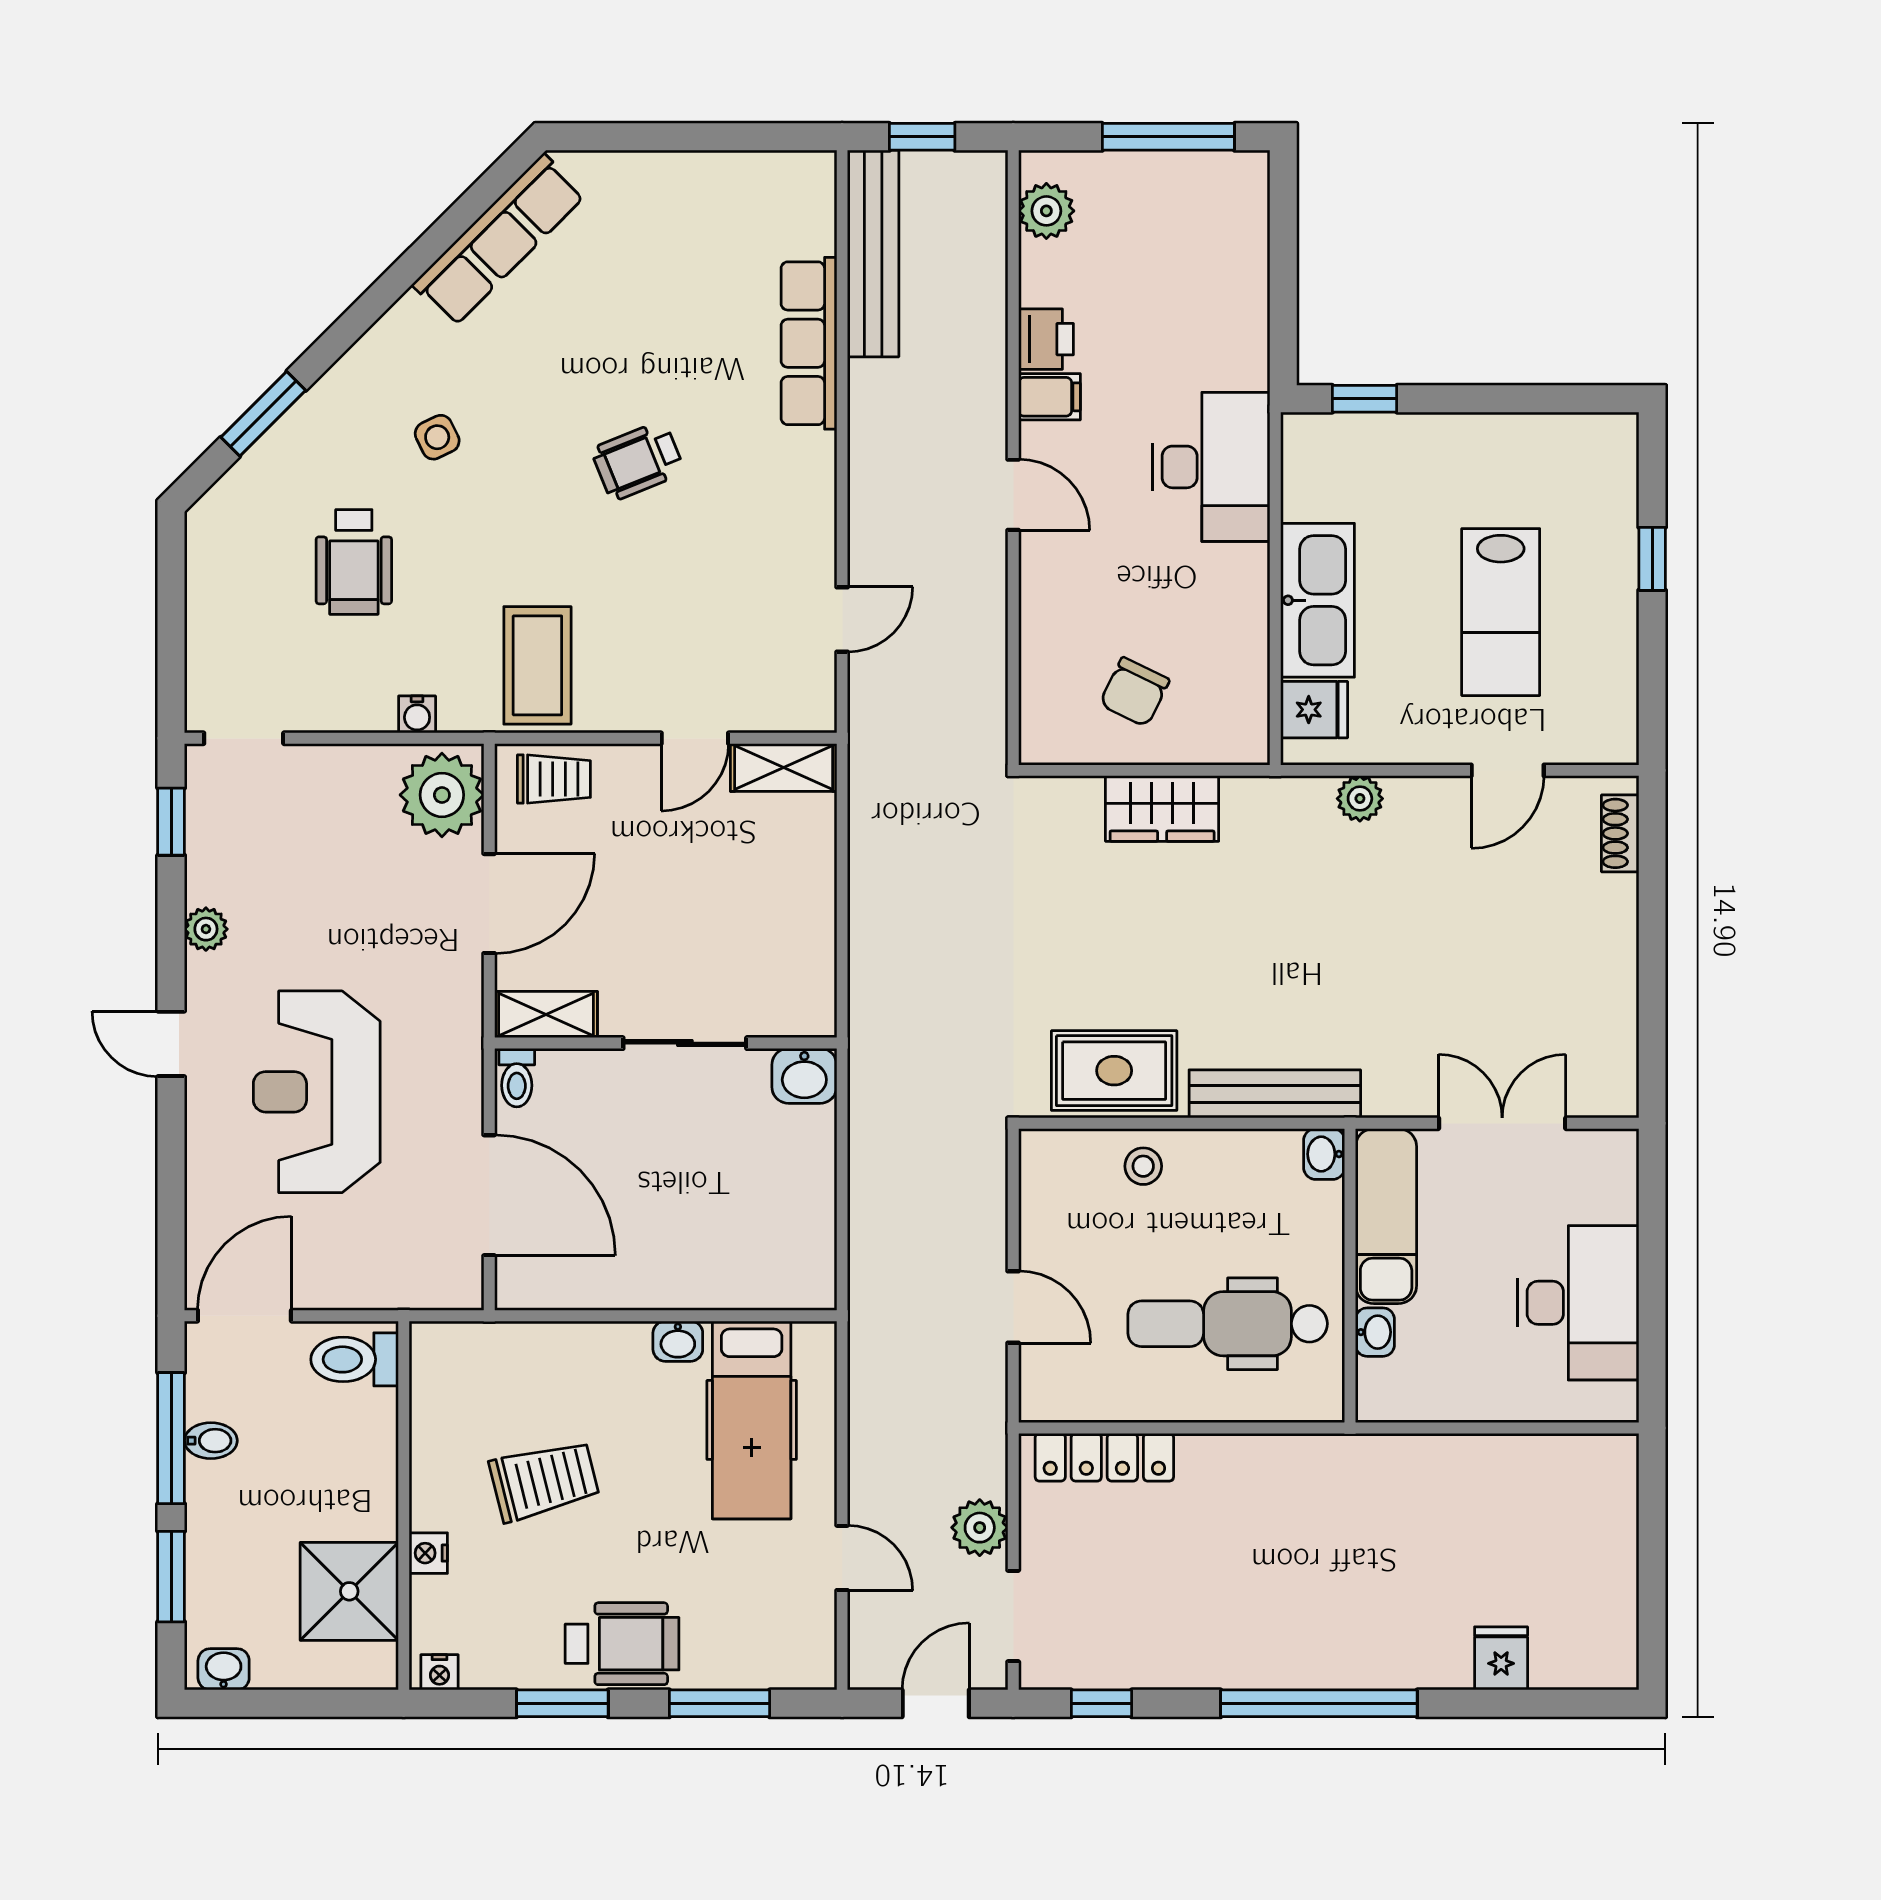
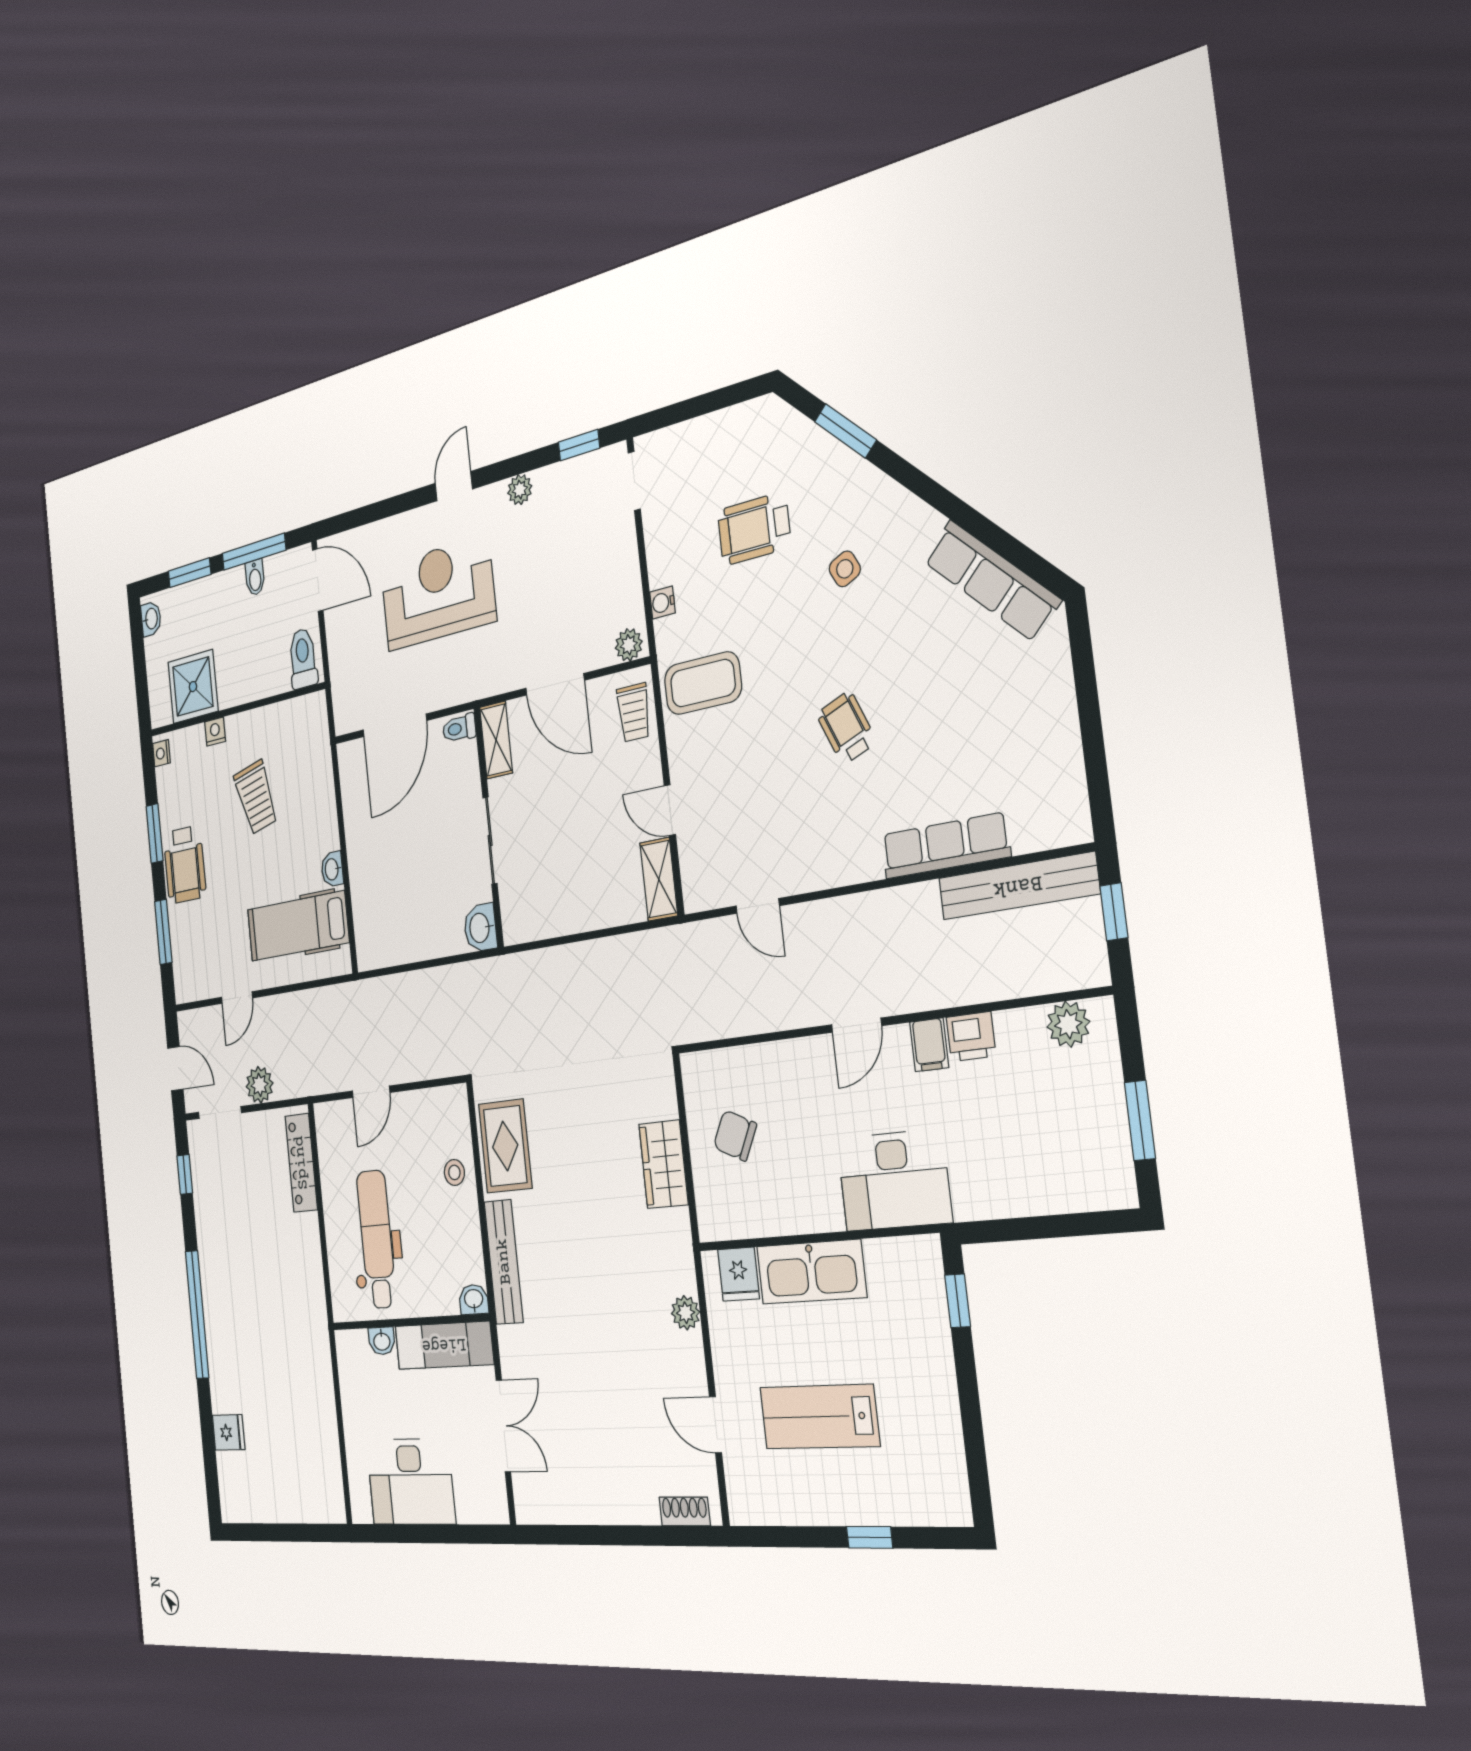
window: (1168, 137) -> (1140, 1120), width x0.69
plant: (442, 795) -> (629, 645), width x0.53, depth x0.53

